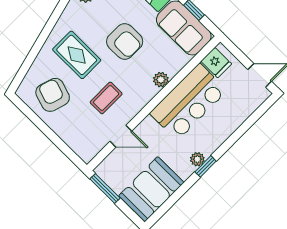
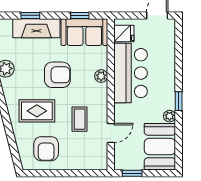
armchair: (53, 95) -> (46, 149), turned -108
plant: (197, 159) -> (170, 116), moved
window: (105, 189) -> (132, 173), width x0.67

